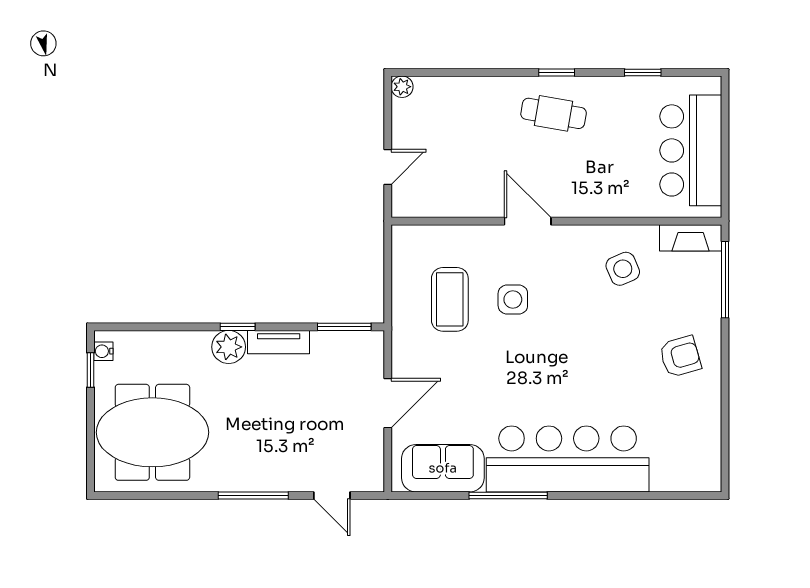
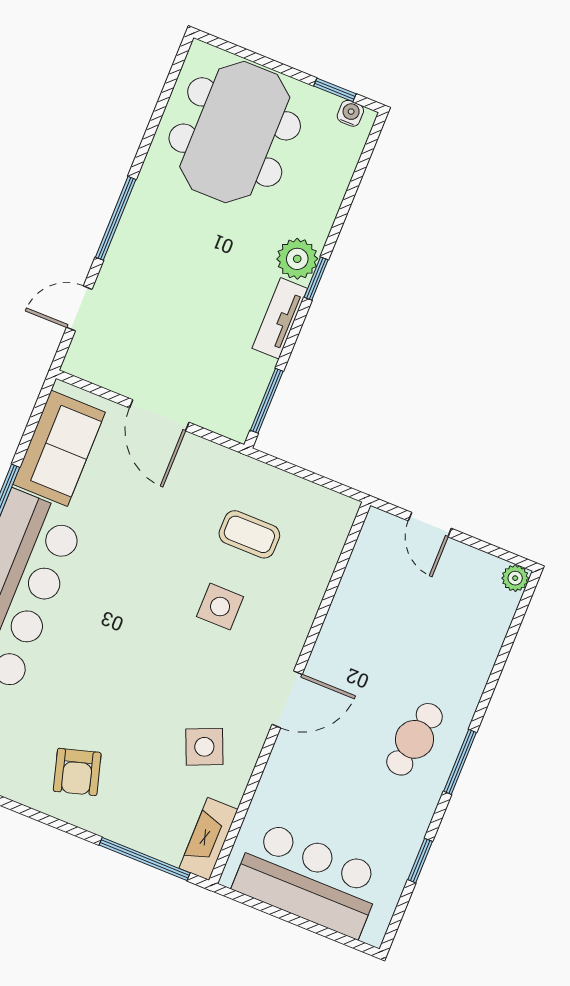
window: (557, 72) -> (460, 762), width x1.50
door: (528, 221) -> (287, 699), moved
coffee table: (450, 299) -> (249, 534), width x0.73, depth x0.77

